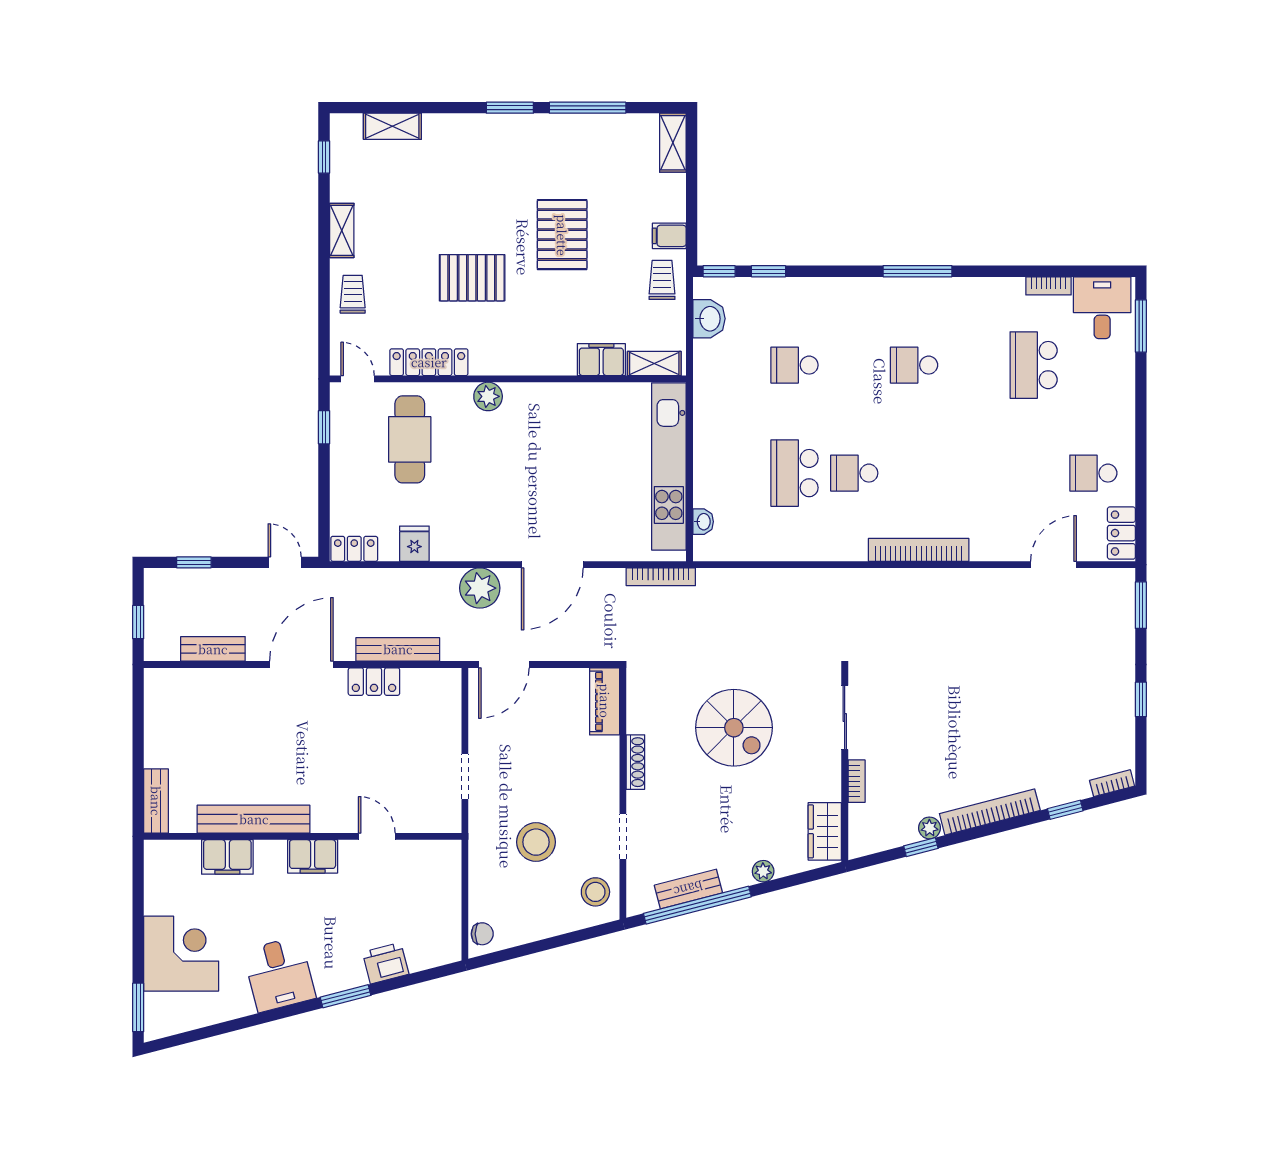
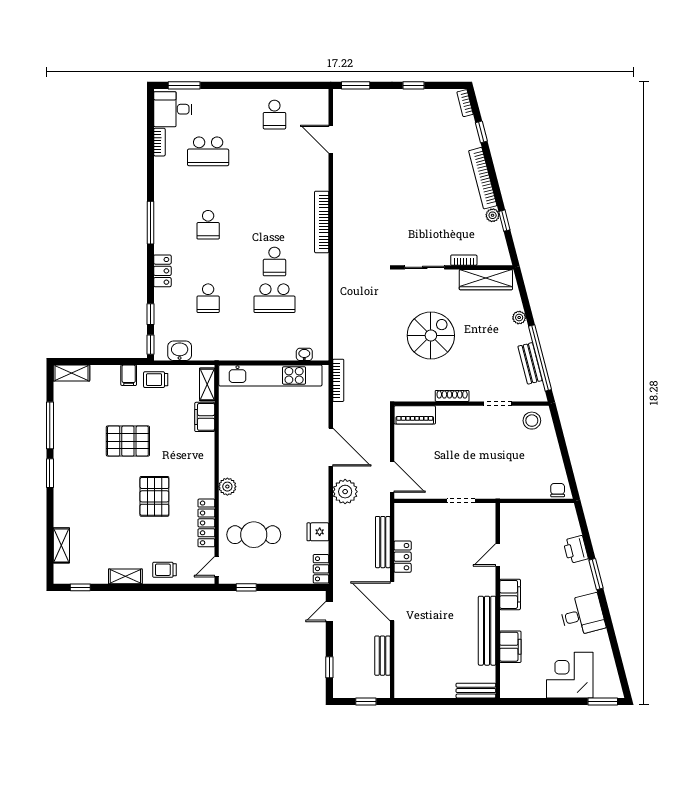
locker: (1121, 533) -> (162, 271), moved, turned -90
wardrobe: (825, 831) -> (486, 280), width x1.50
stool: (536, 842) -> (501, 457), removed

